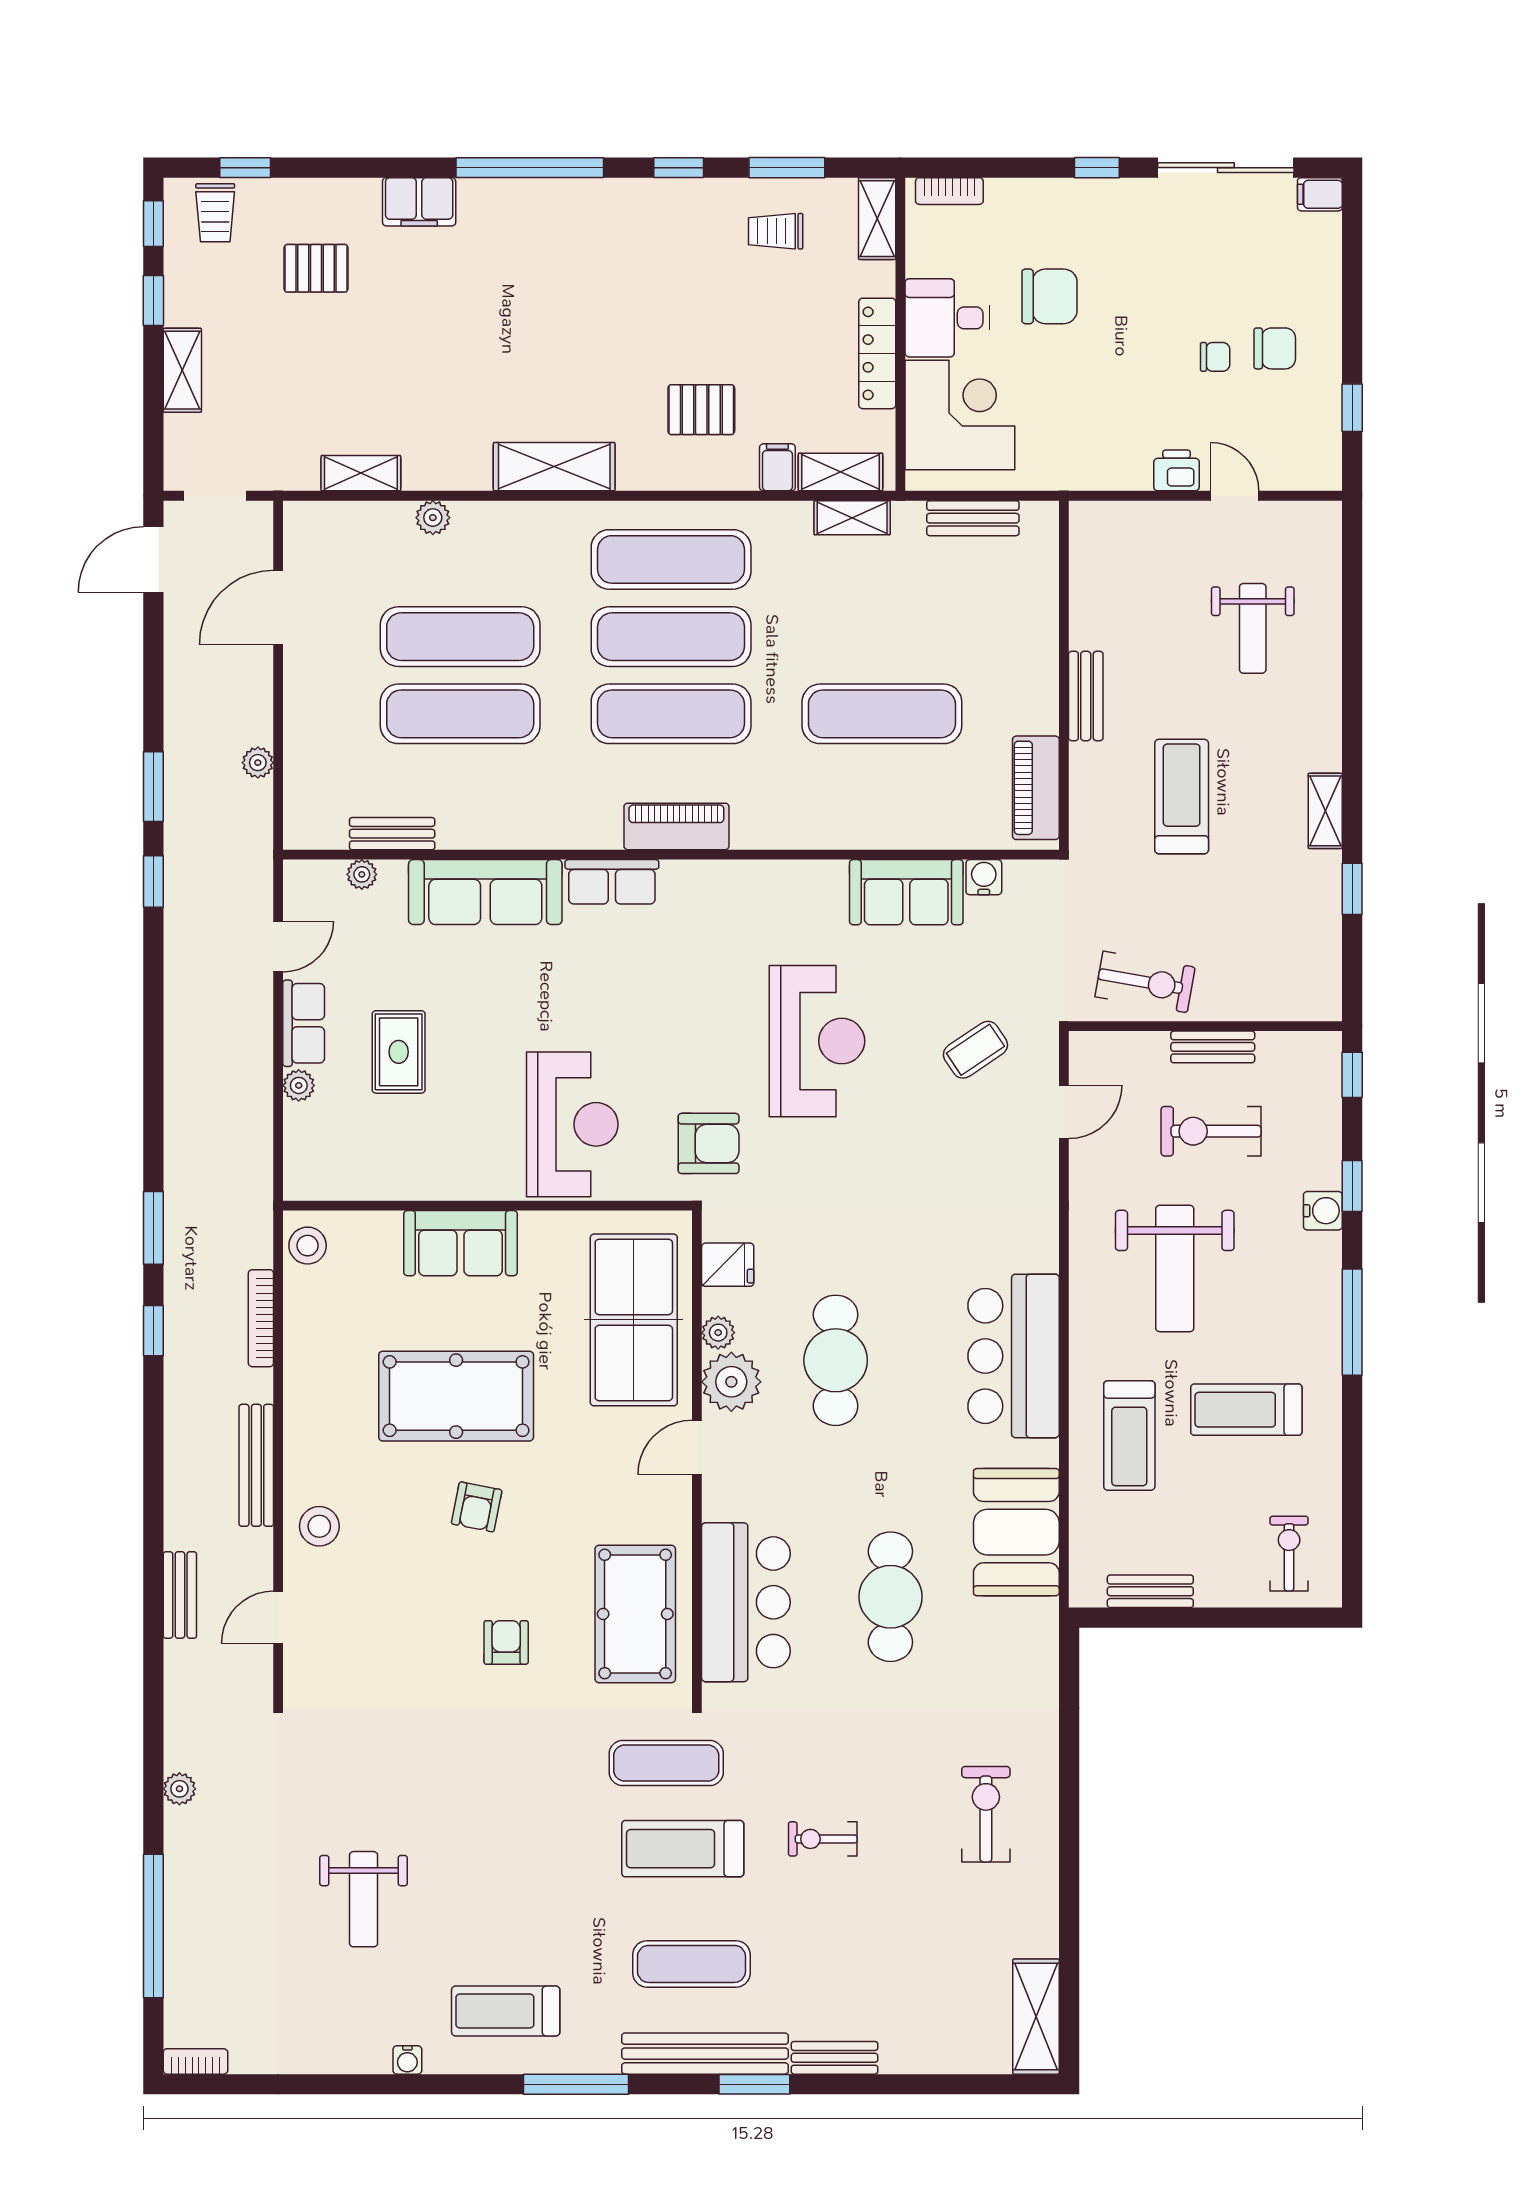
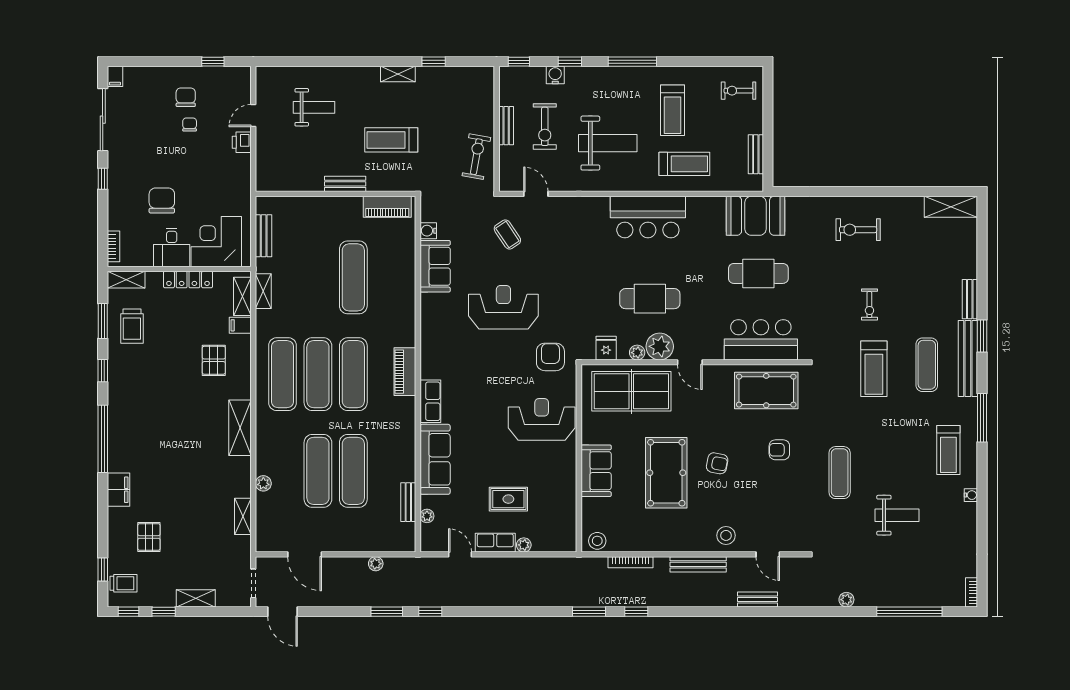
trolley: (776, 231) -> (132, 326), width x1.36, depth x1.39
water cooler: (1323, 1211) -> (555, 75), moved
booth: (1016, 1532) -> (756, 216), moved
exercise mat: (666, 1763) -> (840, 473), moved

